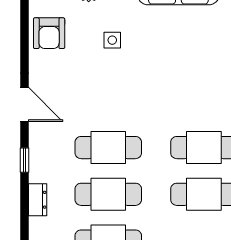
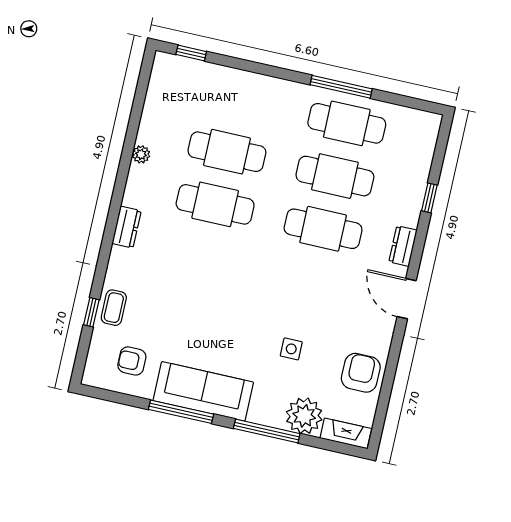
window: (24, 160) -> (429, 198), moved
dresser: (38, 200) -> (403, 246), moved

